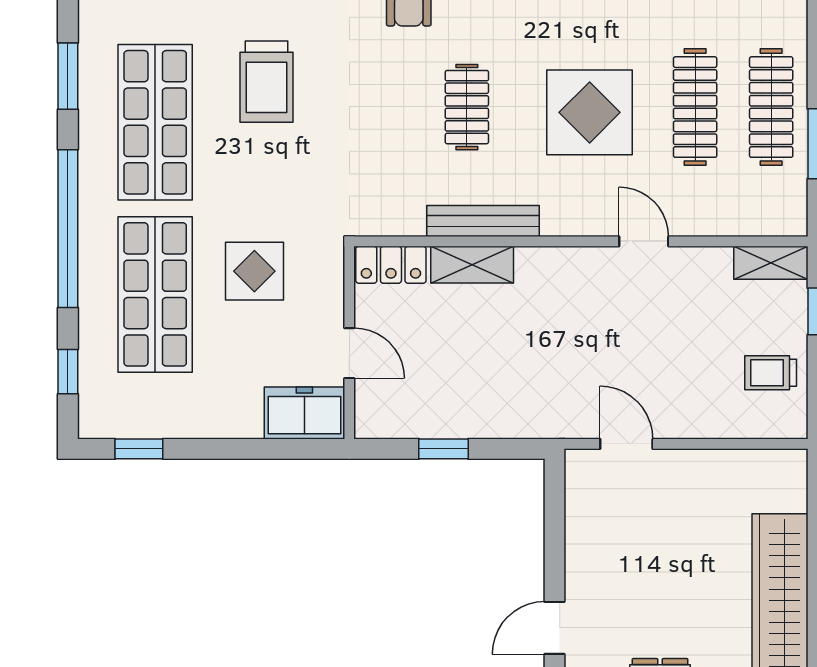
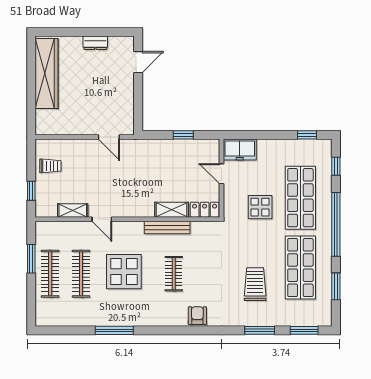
shelving: (771, 263) -> (73, 210), moved

